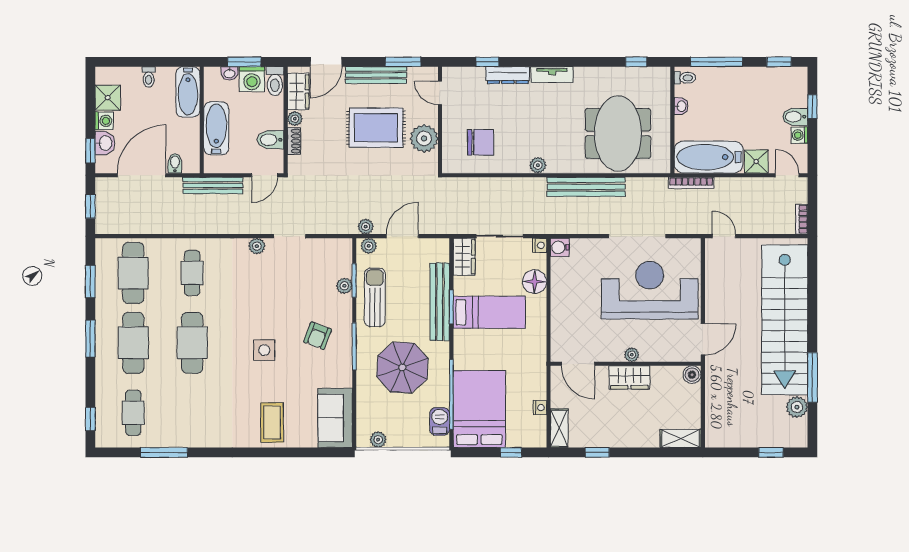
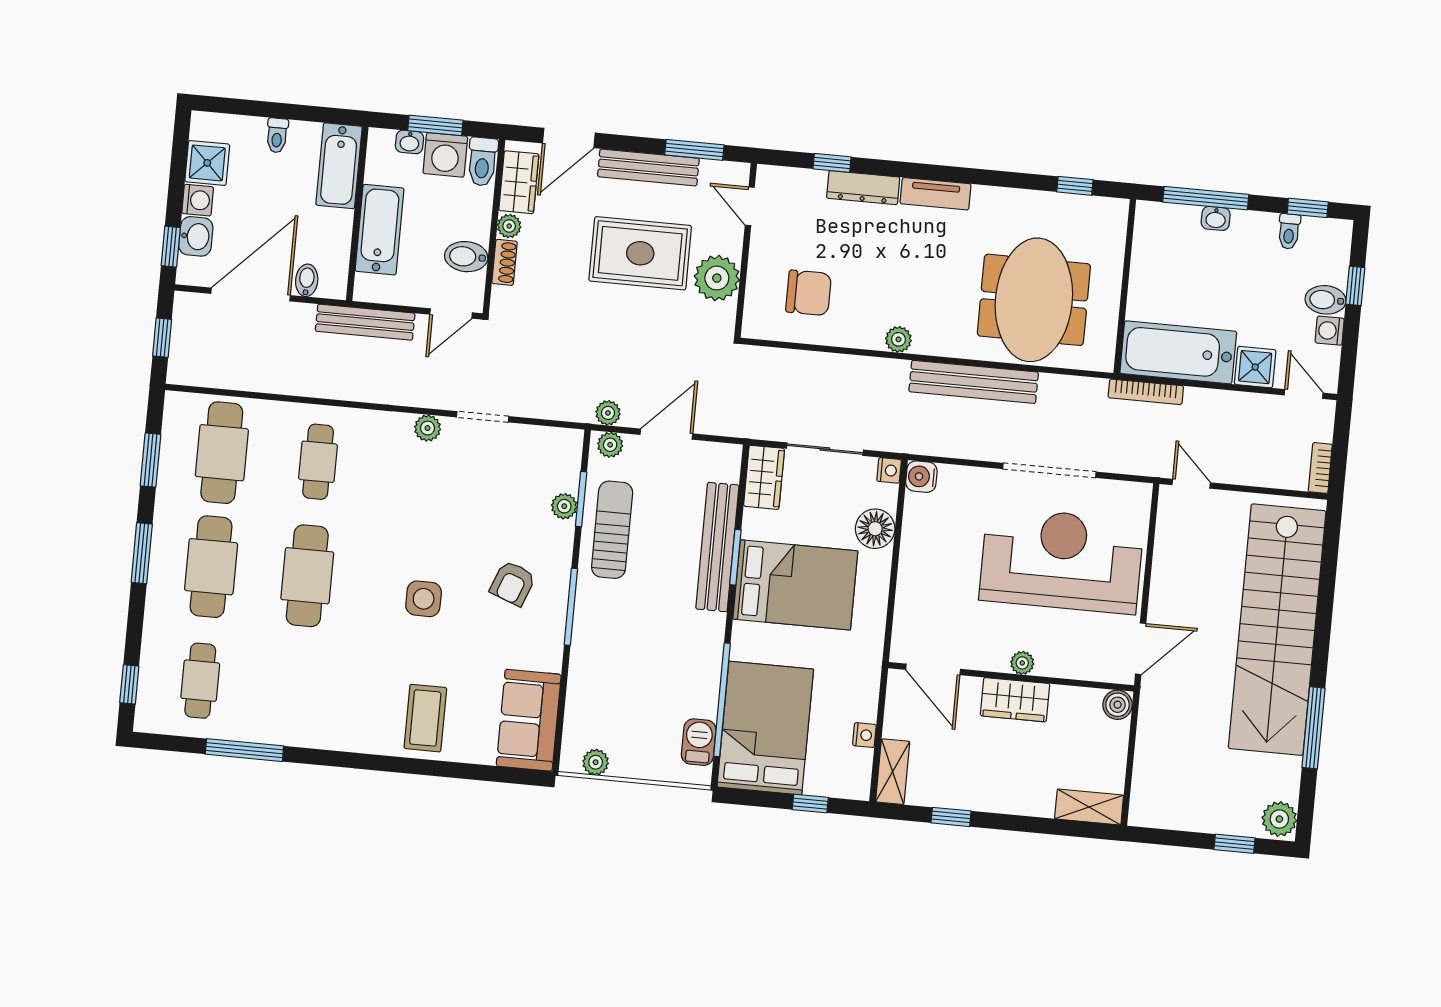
toilet: (685, 78) -> (1289, 231), moved, turned 90
washbasin: (681, 106) -> (1216, 218), moved, turned 90
bed: (489, 312) -> (795, 585), width x1.50
parasol: (402, 367) -> (646, 648), removed
plant: (797, 407) -> (1279, 819), moved

